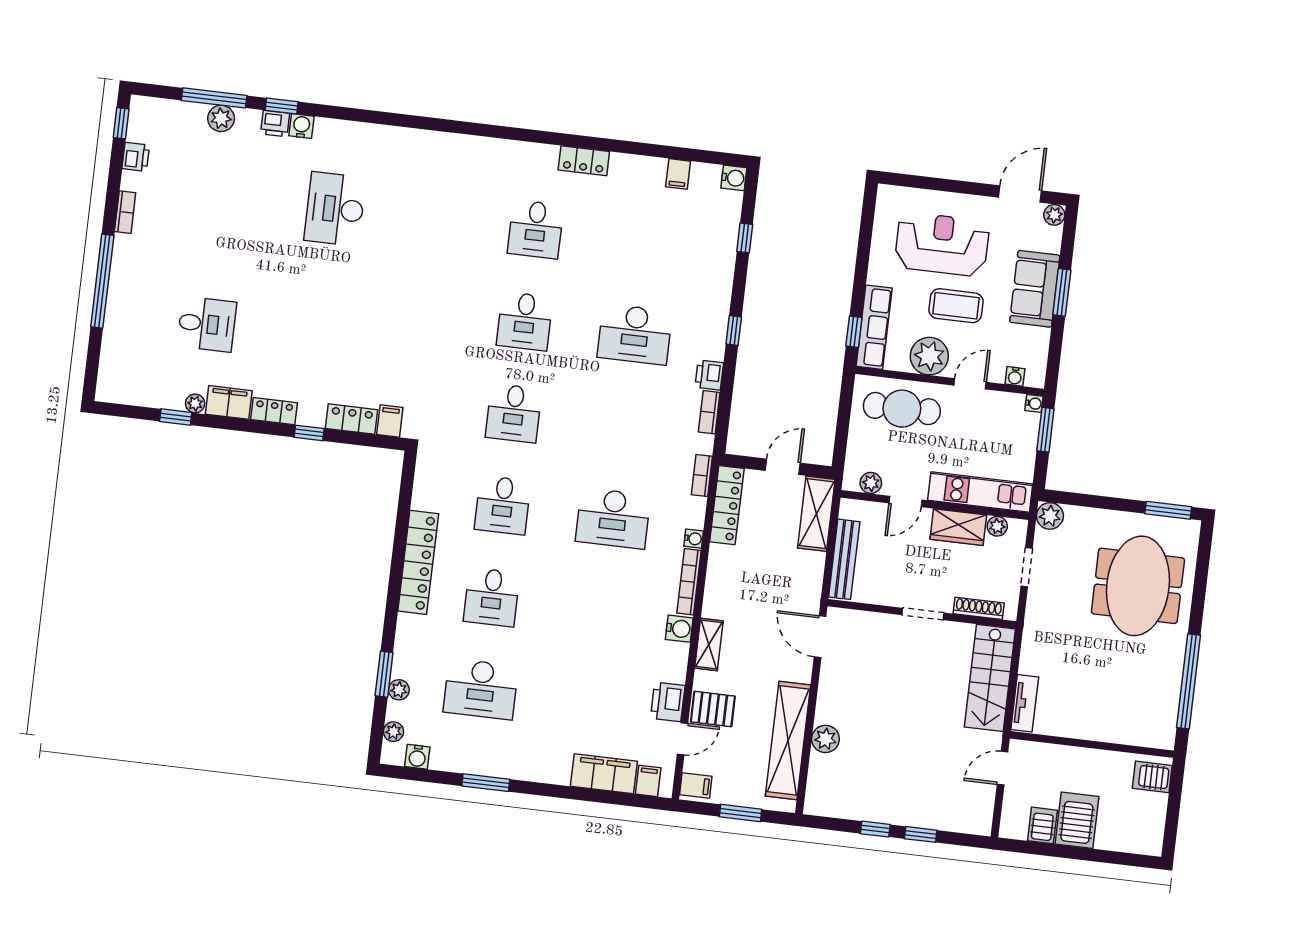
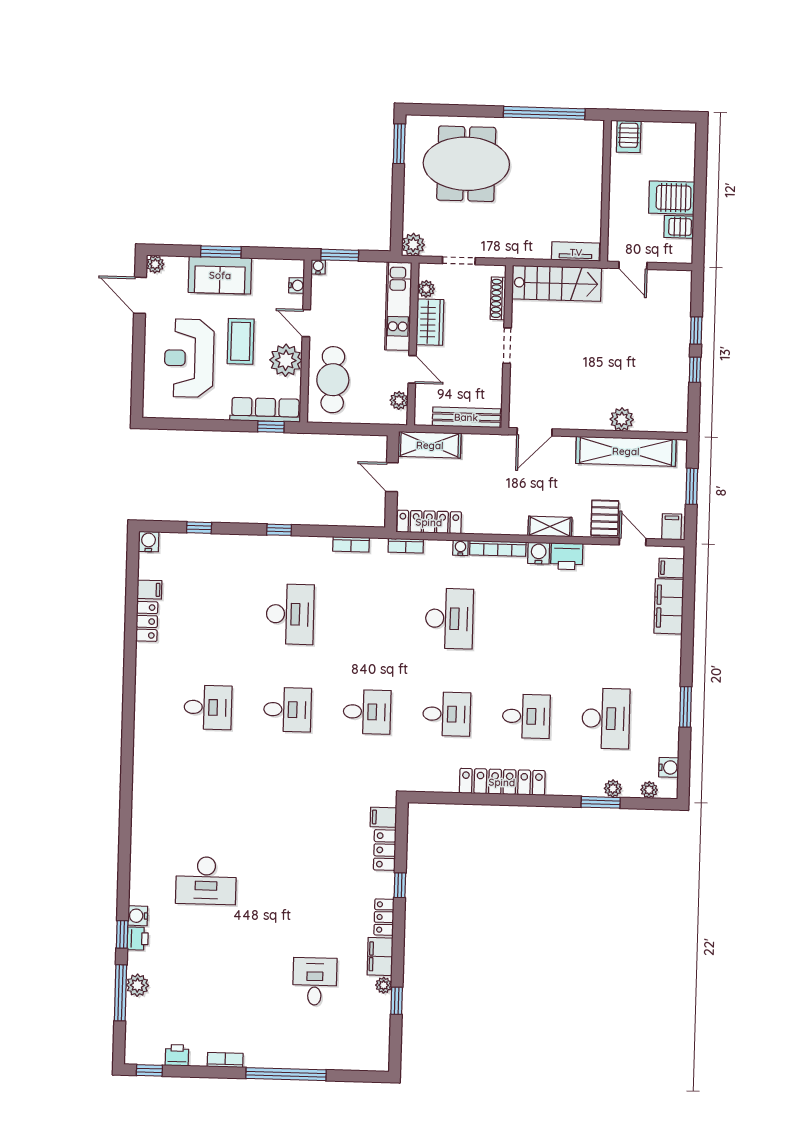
locker: (584, 161) -> (147, 621), moved
printer: (709, 375) -> (319, 547), removed
printer: (668, 702) -> (567, 556), moved

